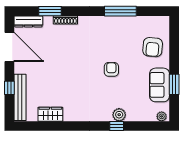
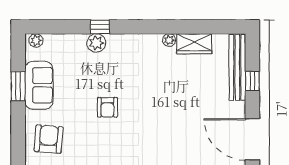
plant: (68, 117) -> (169, 40), added

